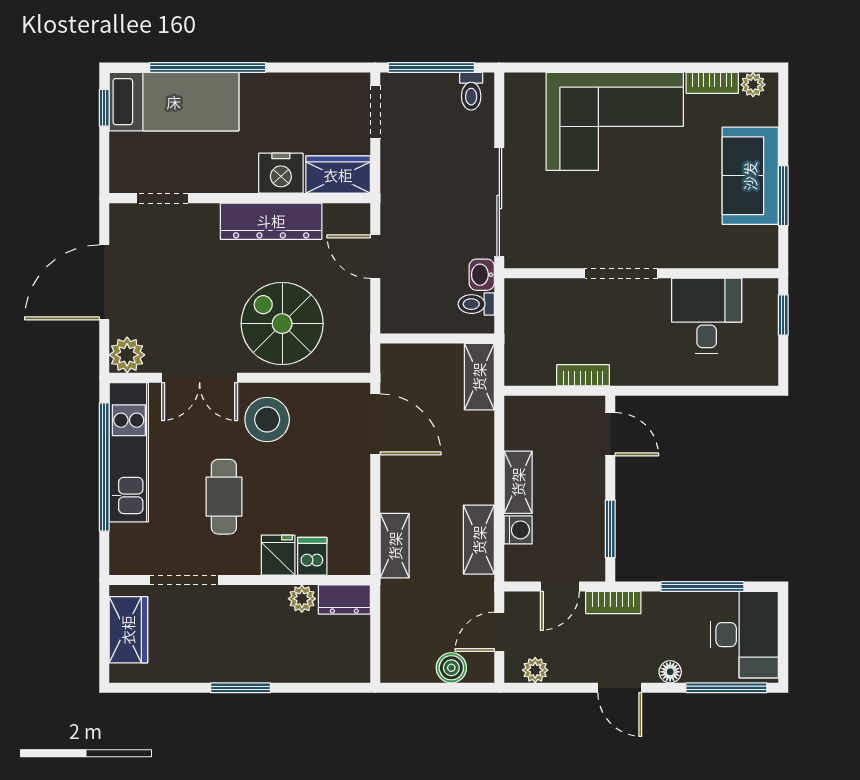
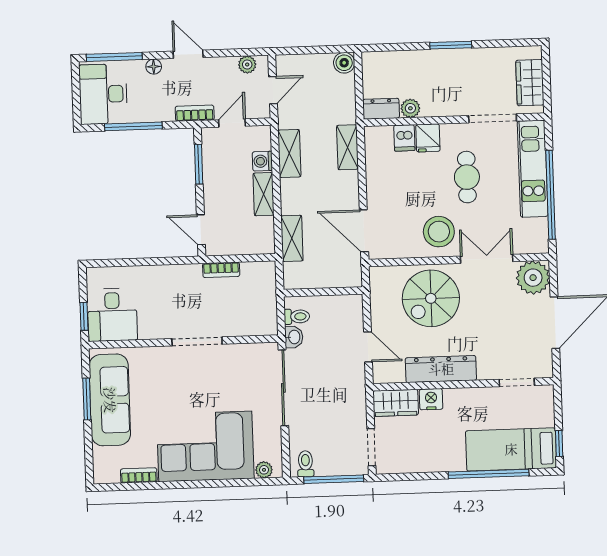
plant: (753, 85) -> (264, 470), moved
nightstand: (281, 173) -> (431, 399), width x0.74, depth x0.75
sofa: (750, 176) -> (110, 400), width x1.36
desk: (707, 316) -> (112, 315), moved
spiral stairs: (282, 324) -> (431, 298), turned 90
plant: (127, 355) -> (533, 278), width x1.36, depth x1.36
shelving: (479, 377) -> (292, 238), moved
kitchen unit: (129, 452) -> (533, 169), moved
boiler: (451, 668) -> (344, 63), moved

